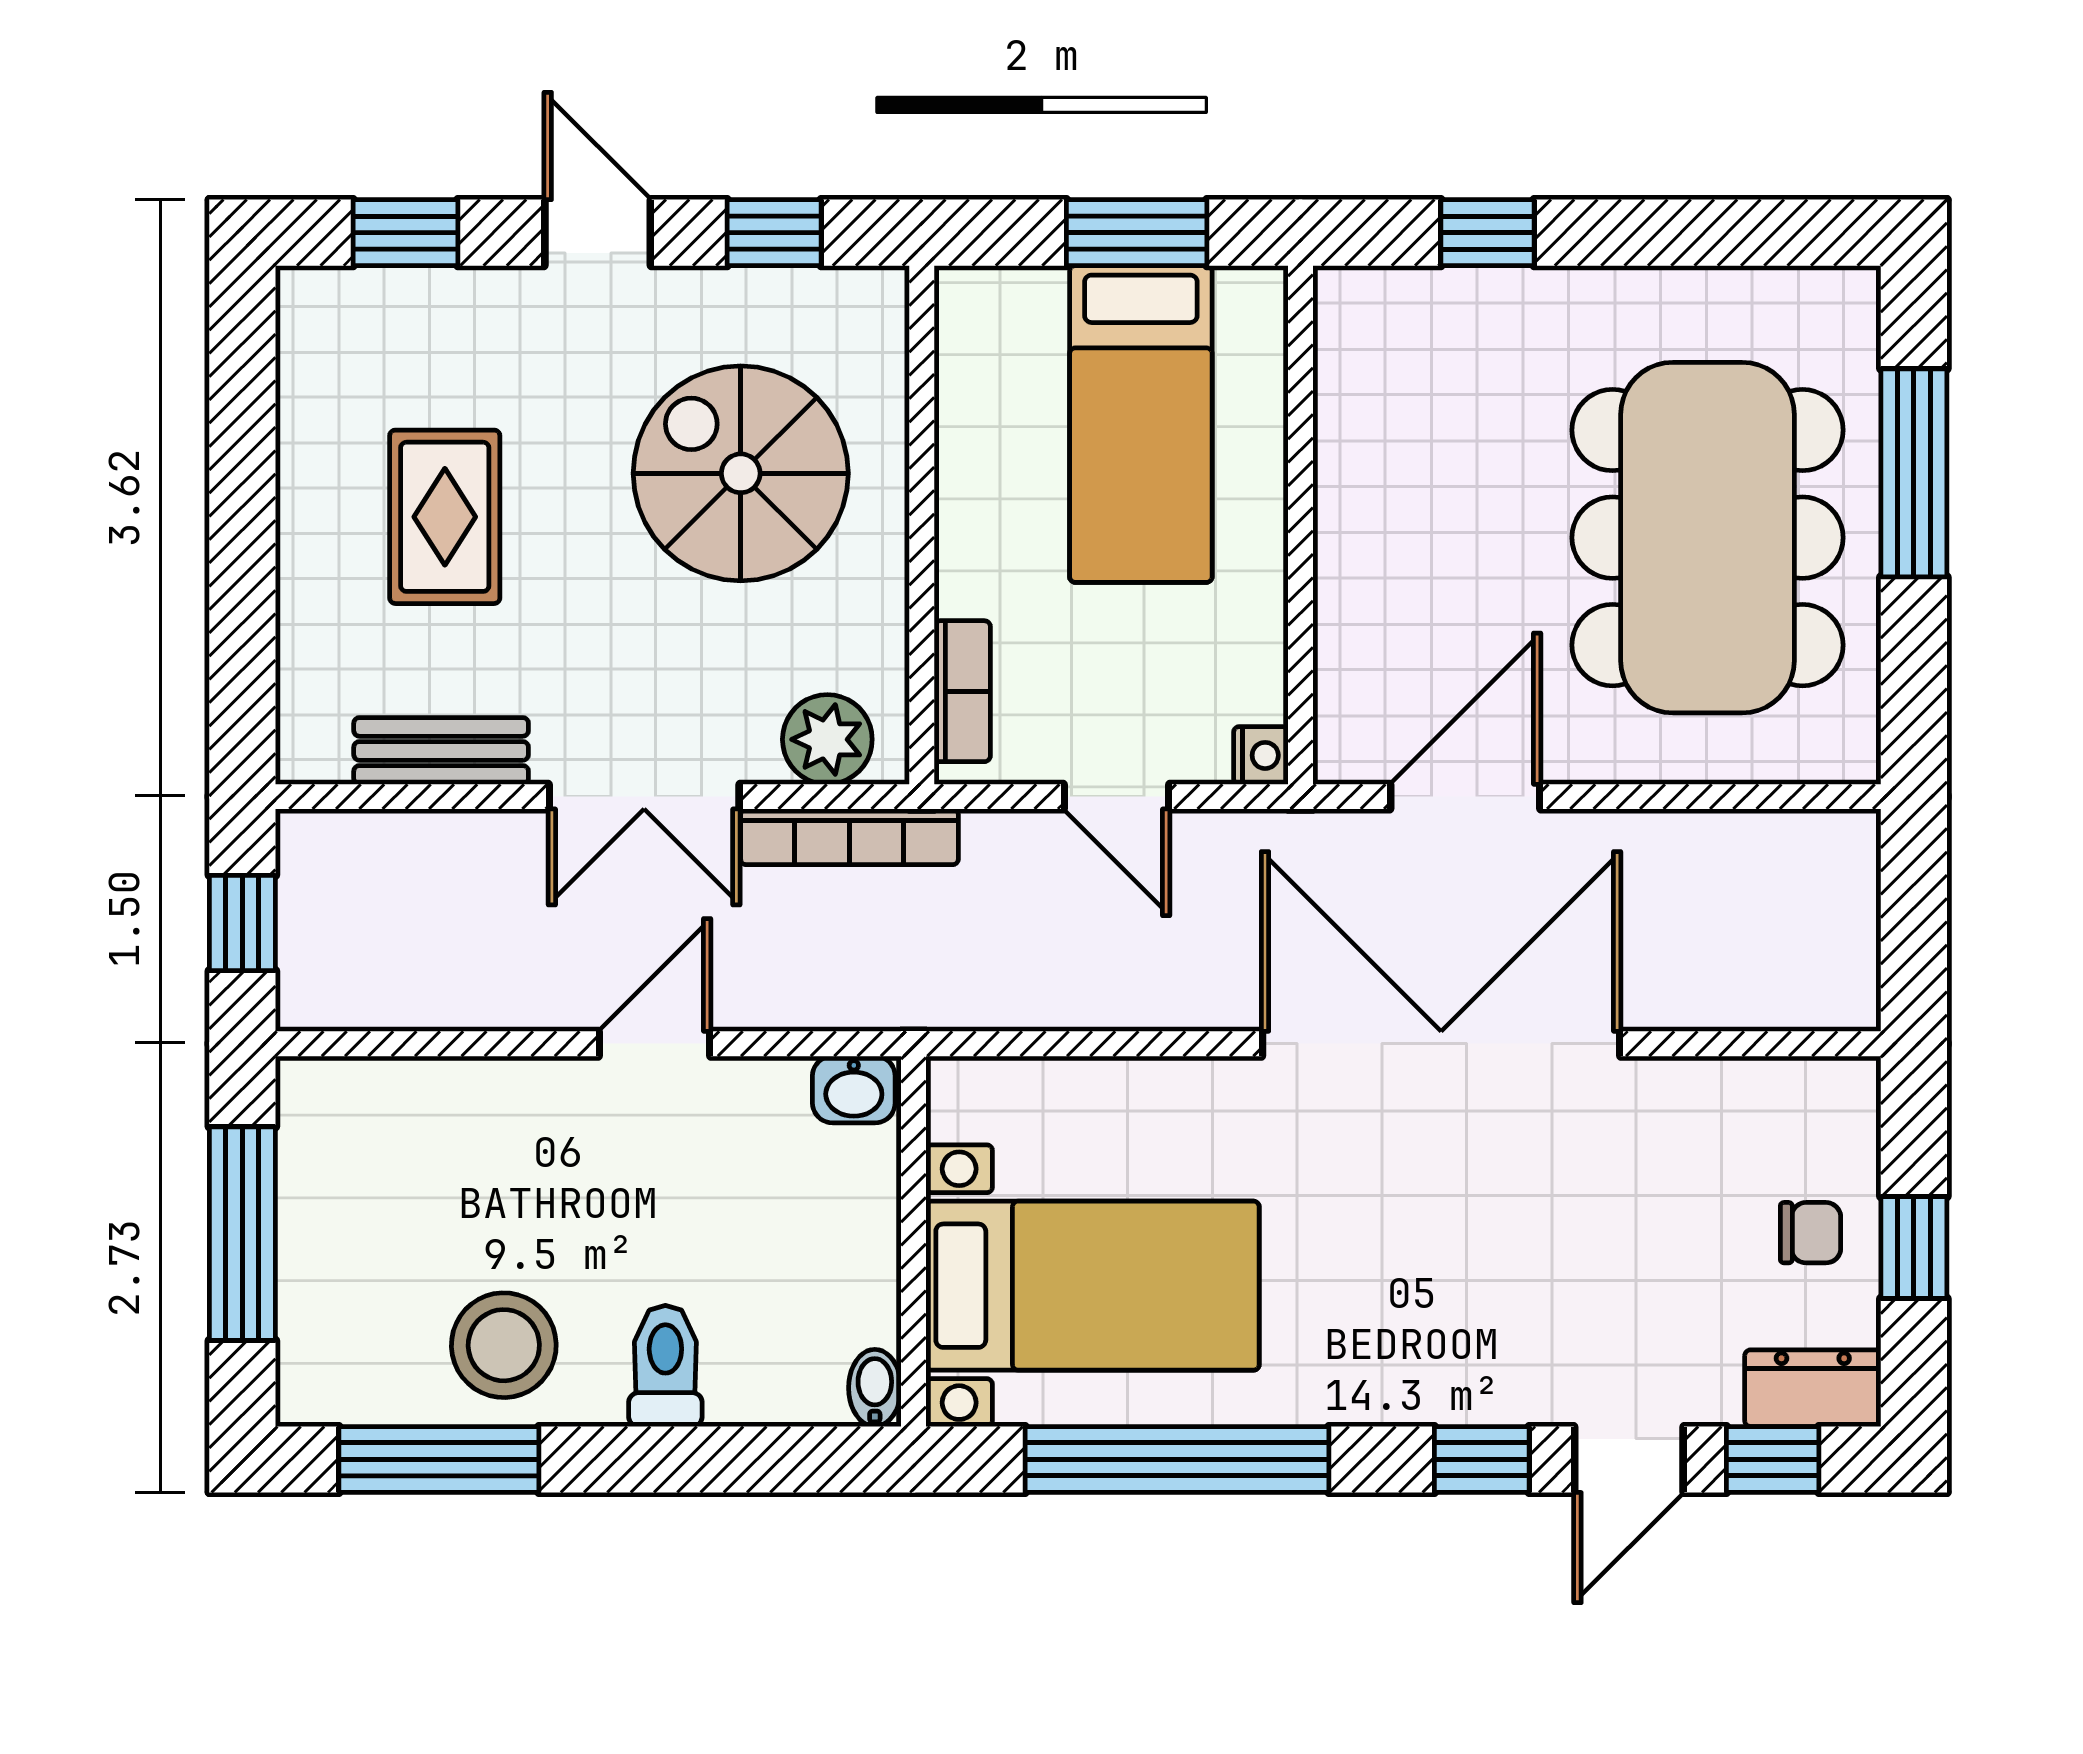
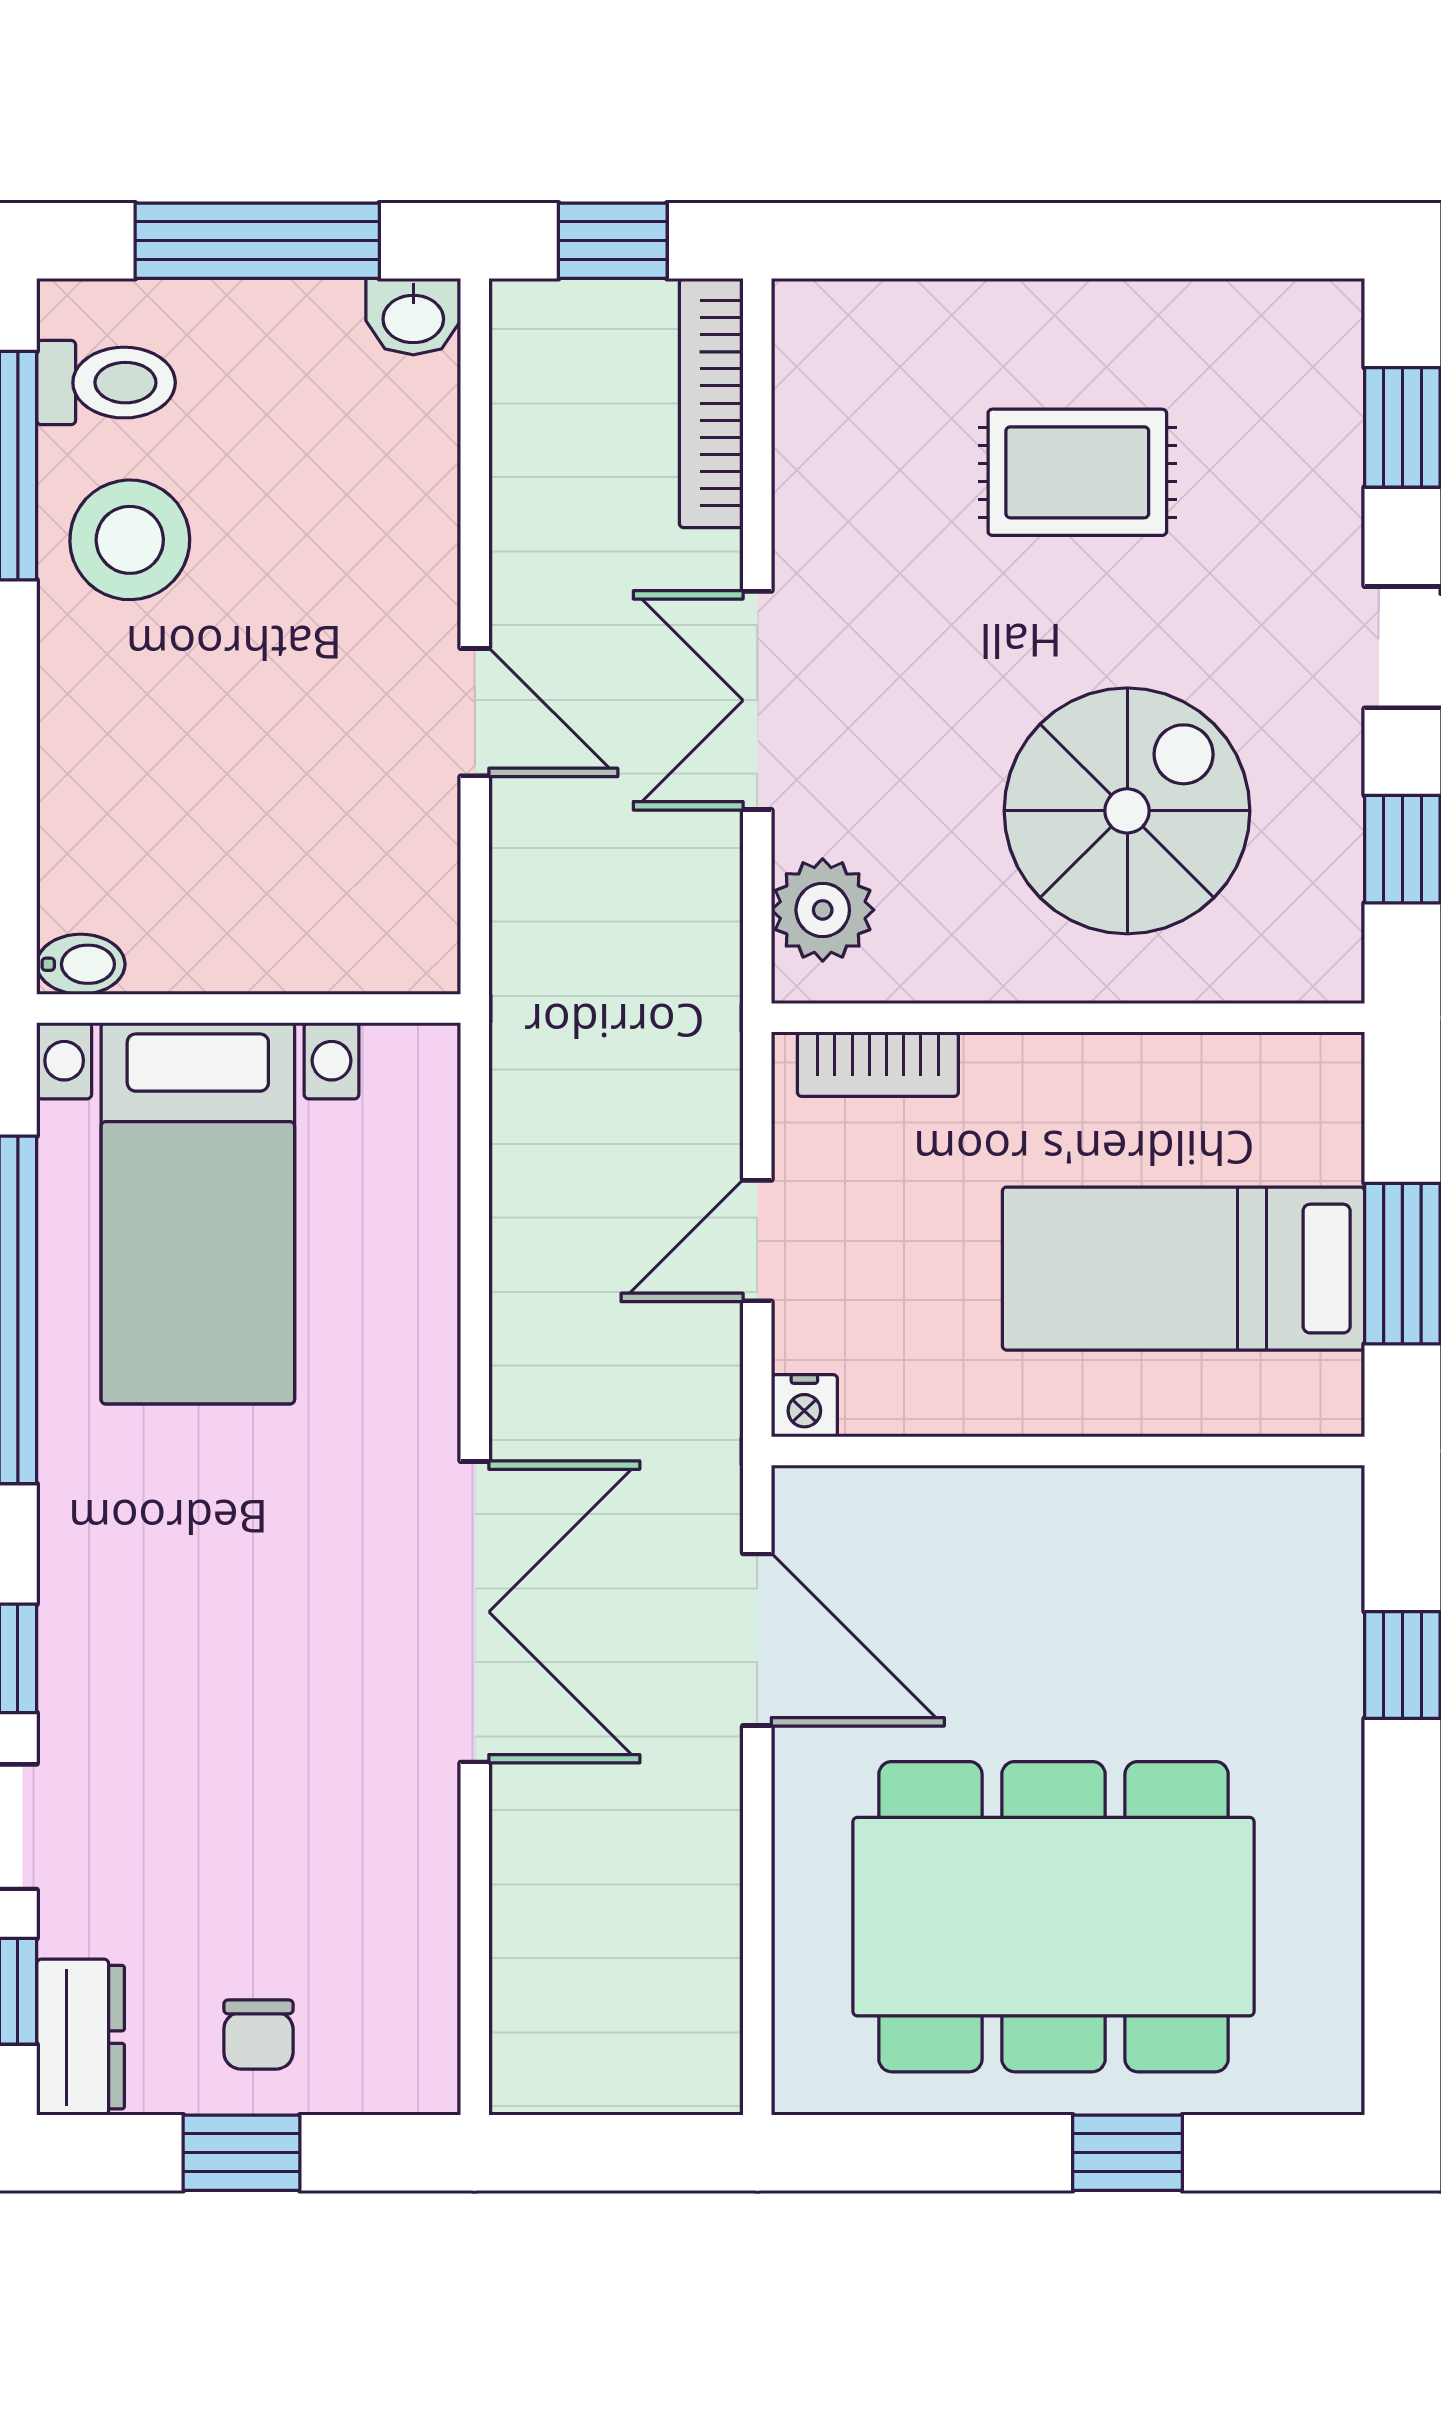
window: (1914, 473) -> (1128, 2153), width x0.46
bench: (441, 751) -> (809, 468), removed
bookcase: (849, 837) -> (711, 403), moved
double door: (1441, 1044) -> (475, 1612), width x0.73
washbasin: (854, 1089) -> (413, 317), moved, turned -90
toilet: (665, 1366) -> (106, 383), moved

